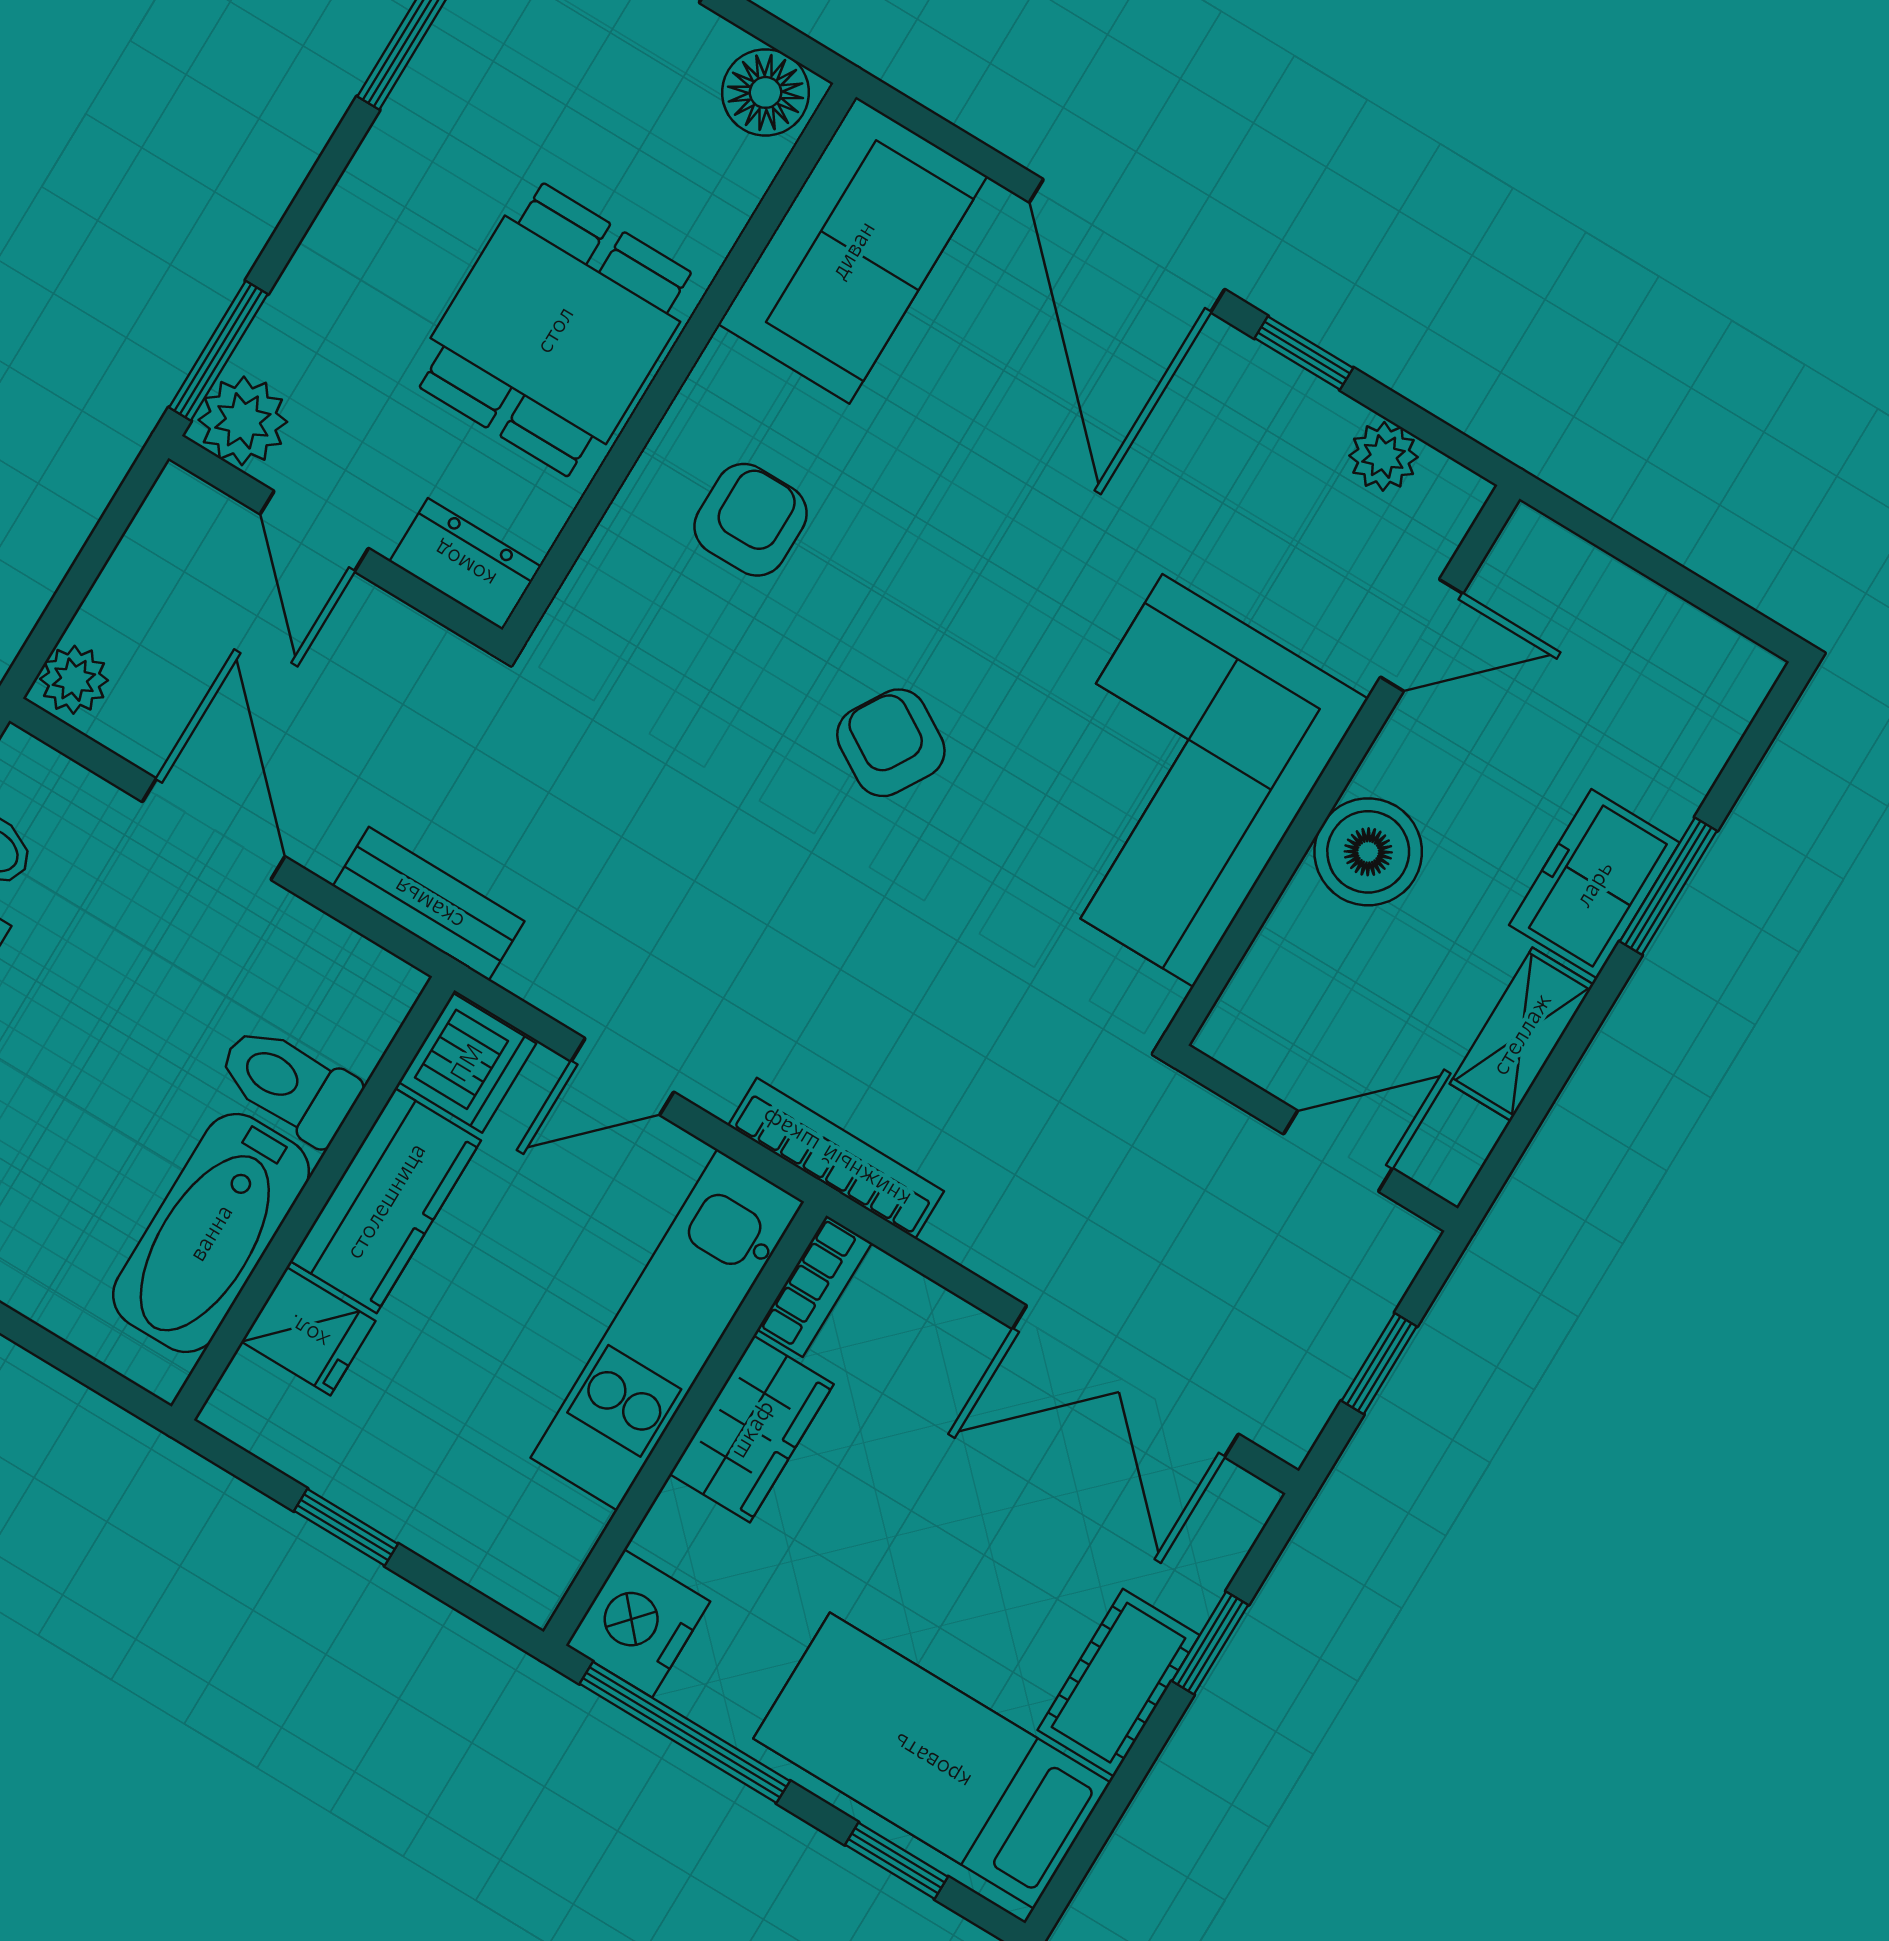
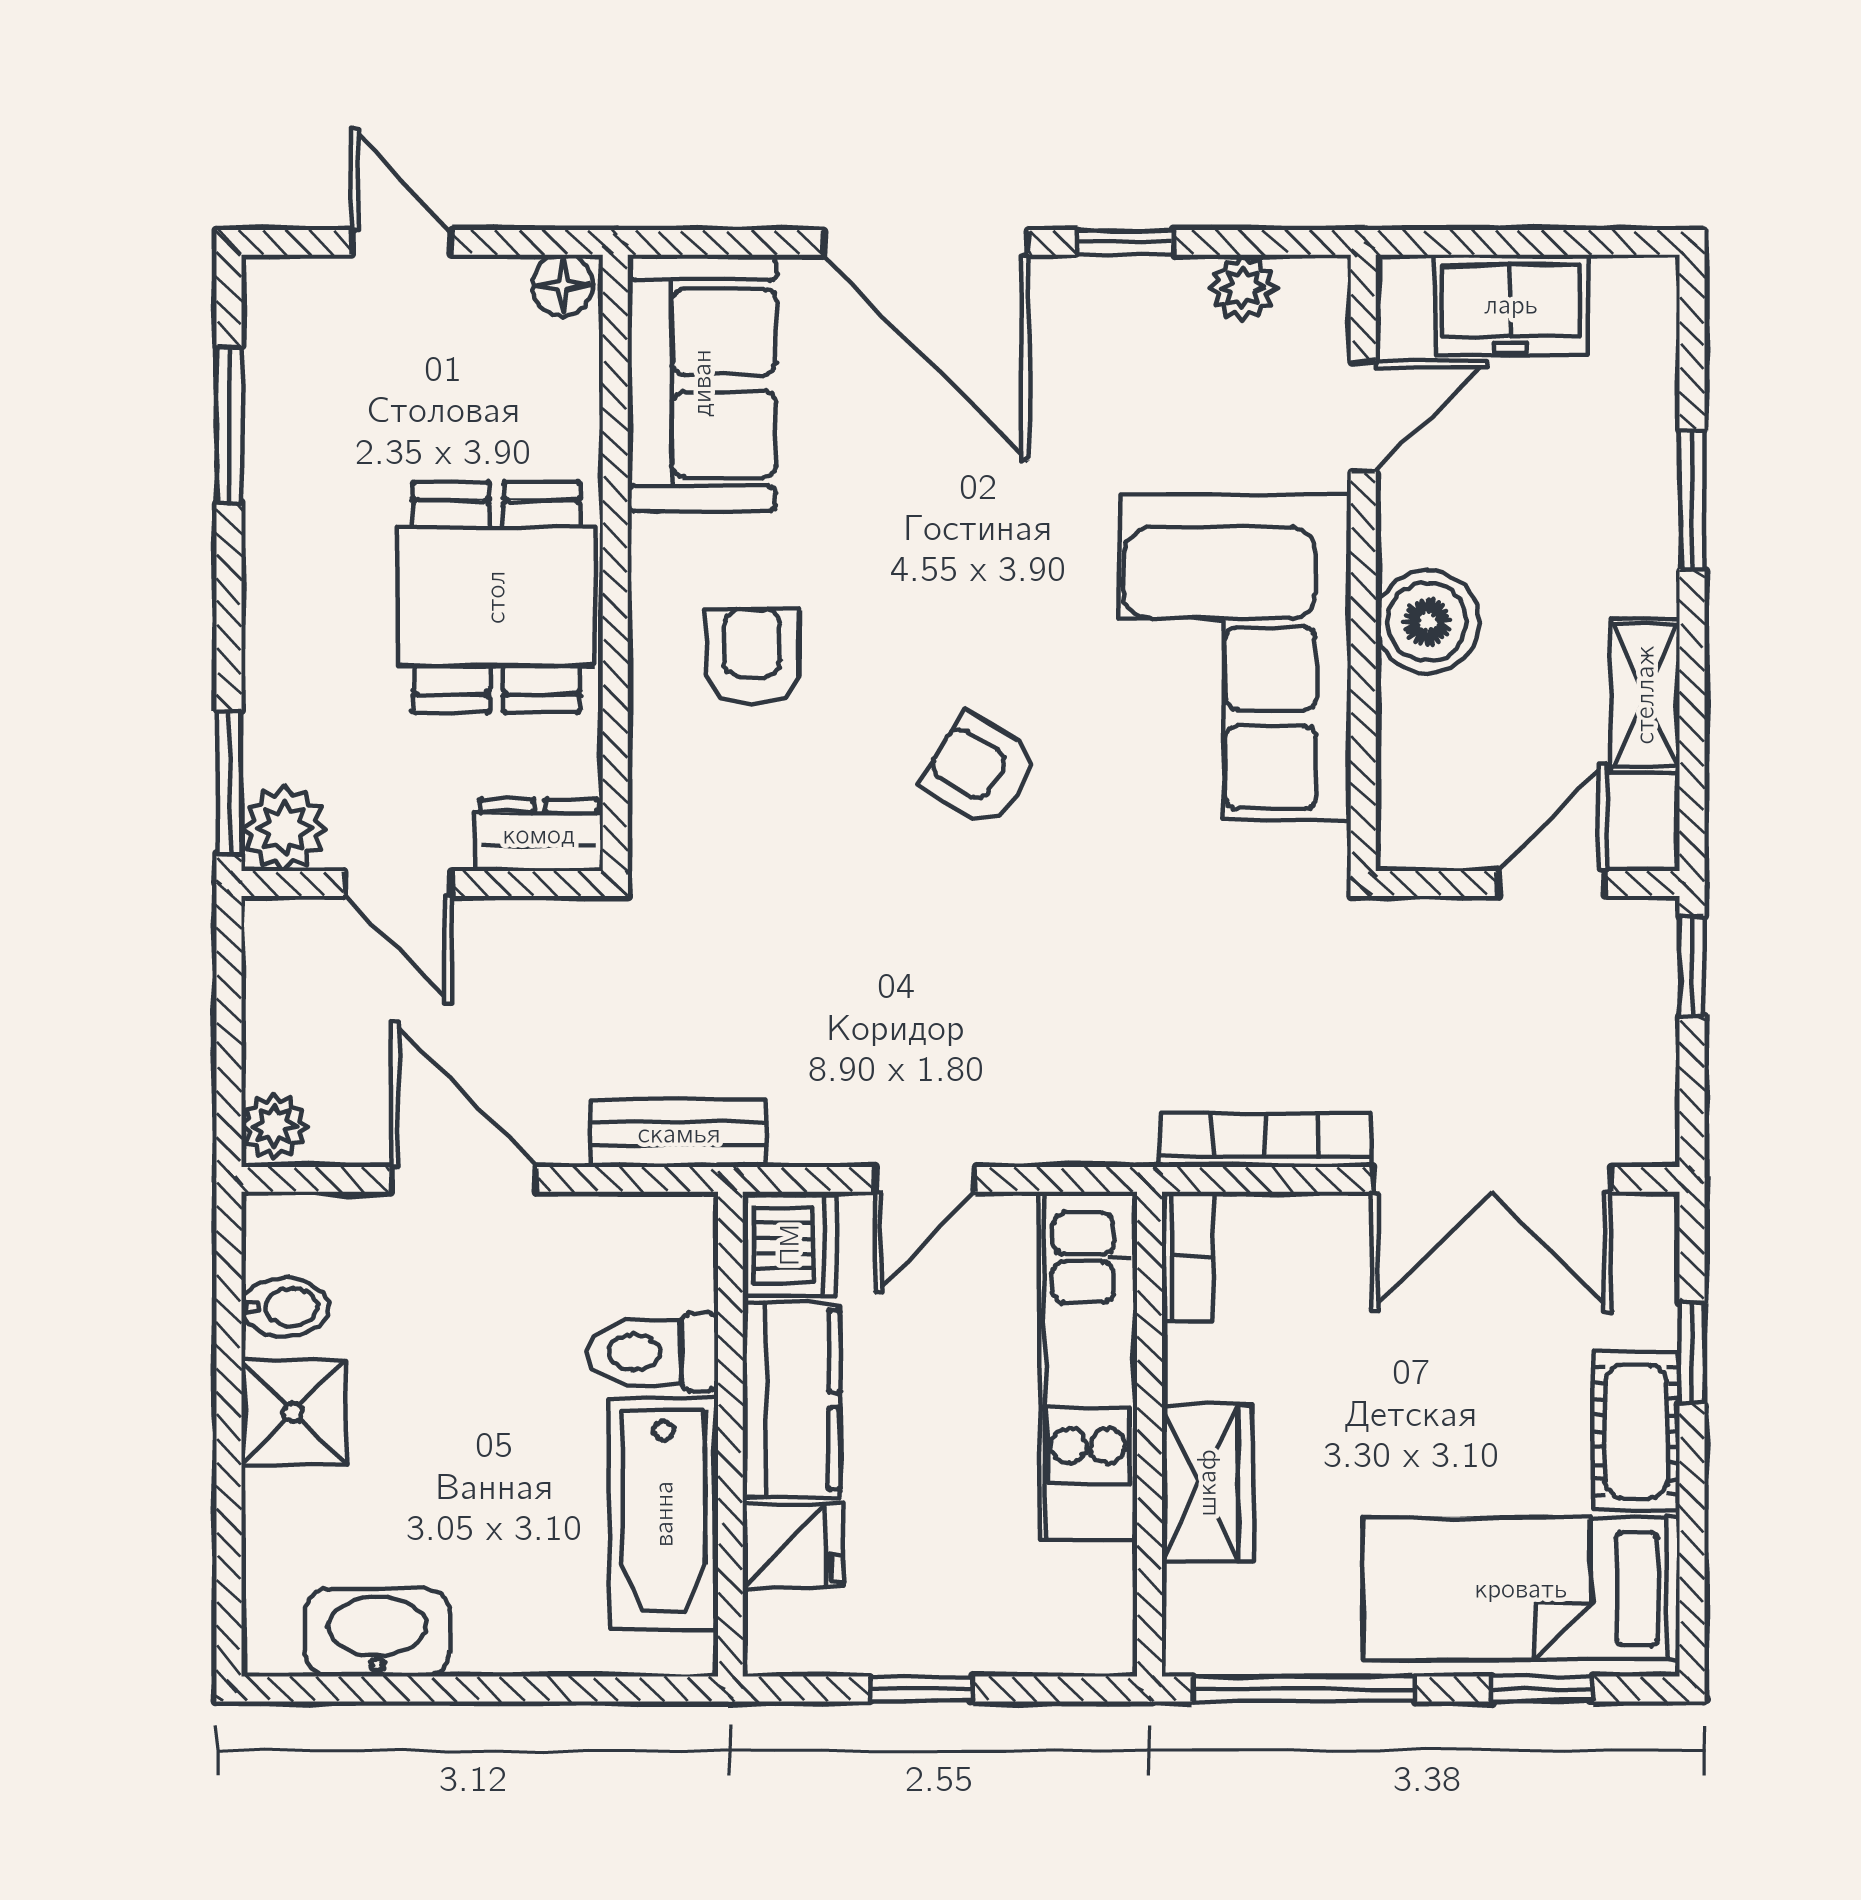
floor lamp: (766, 92) -> (563, 285), width x0.73, depth x0.73
freezer: (1594, 884) -> (1511, 305), moved, turned -90
bookcase: (836, 1158) -> (1266, 1140), moved
window: (1379, 1364) -> (1692, 966), moved
wardrobe: (752, 1429) -> (1207, 1483), moved
nightstand: (638, 1623) -> (1211, 1622), removed

